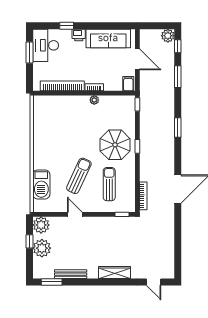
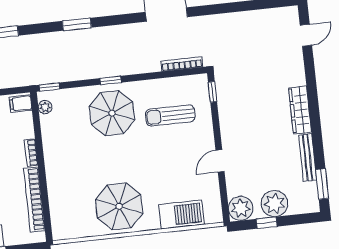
plant: (94, 100) -> (45, 107), moved
parasol: (51, 143) -> (119, 206), added
sun lounger: (79, 176) -> (163, 161), removed
wardrobe: (114, 272) -> (300, 110), moved

